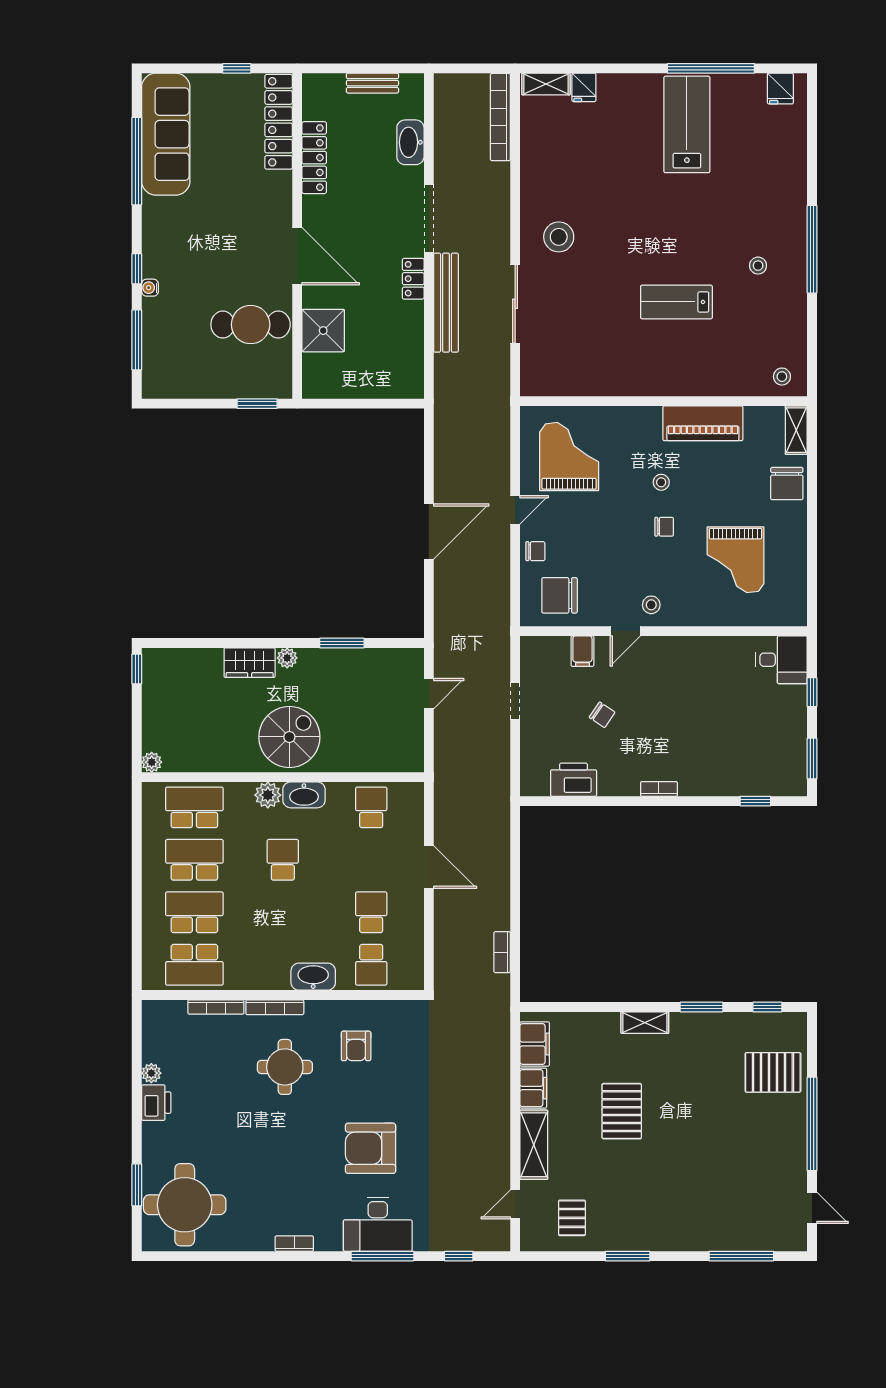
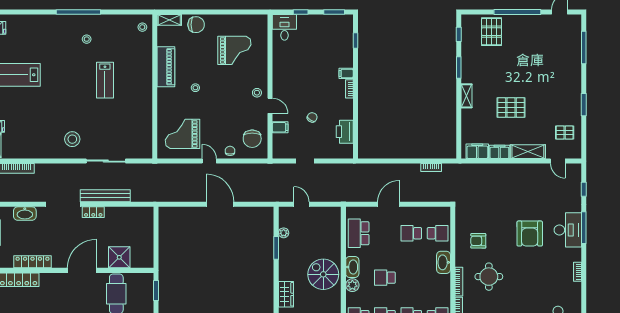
chair: (664, 527) -> (218, 86), removed
plant: (287, 658) -> (284, 233), moved
filing cabinet: (690, 782) -> (346, 73), added
school desk: (371, 807) -> (359, 233), width x1.85
armchair: (356, 1046) -> (478, 241), turned 180

